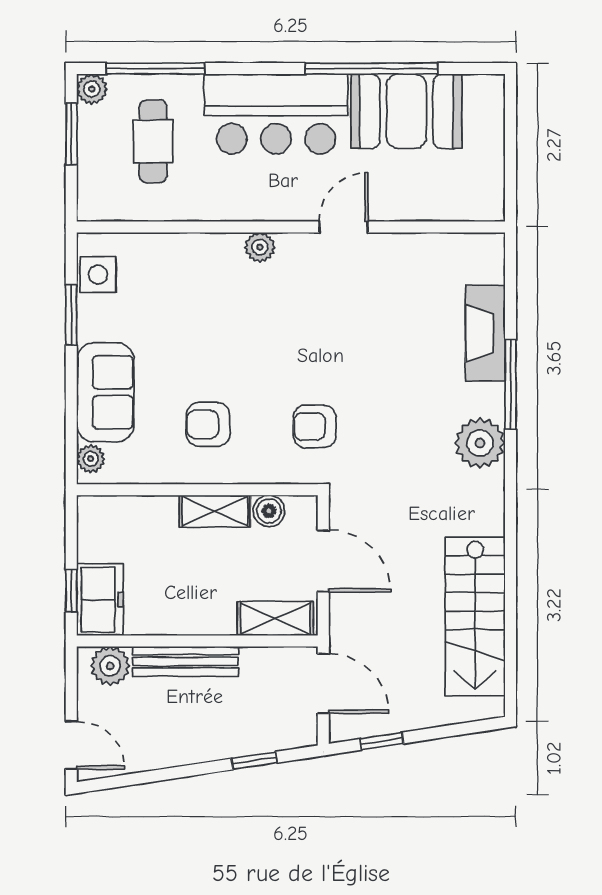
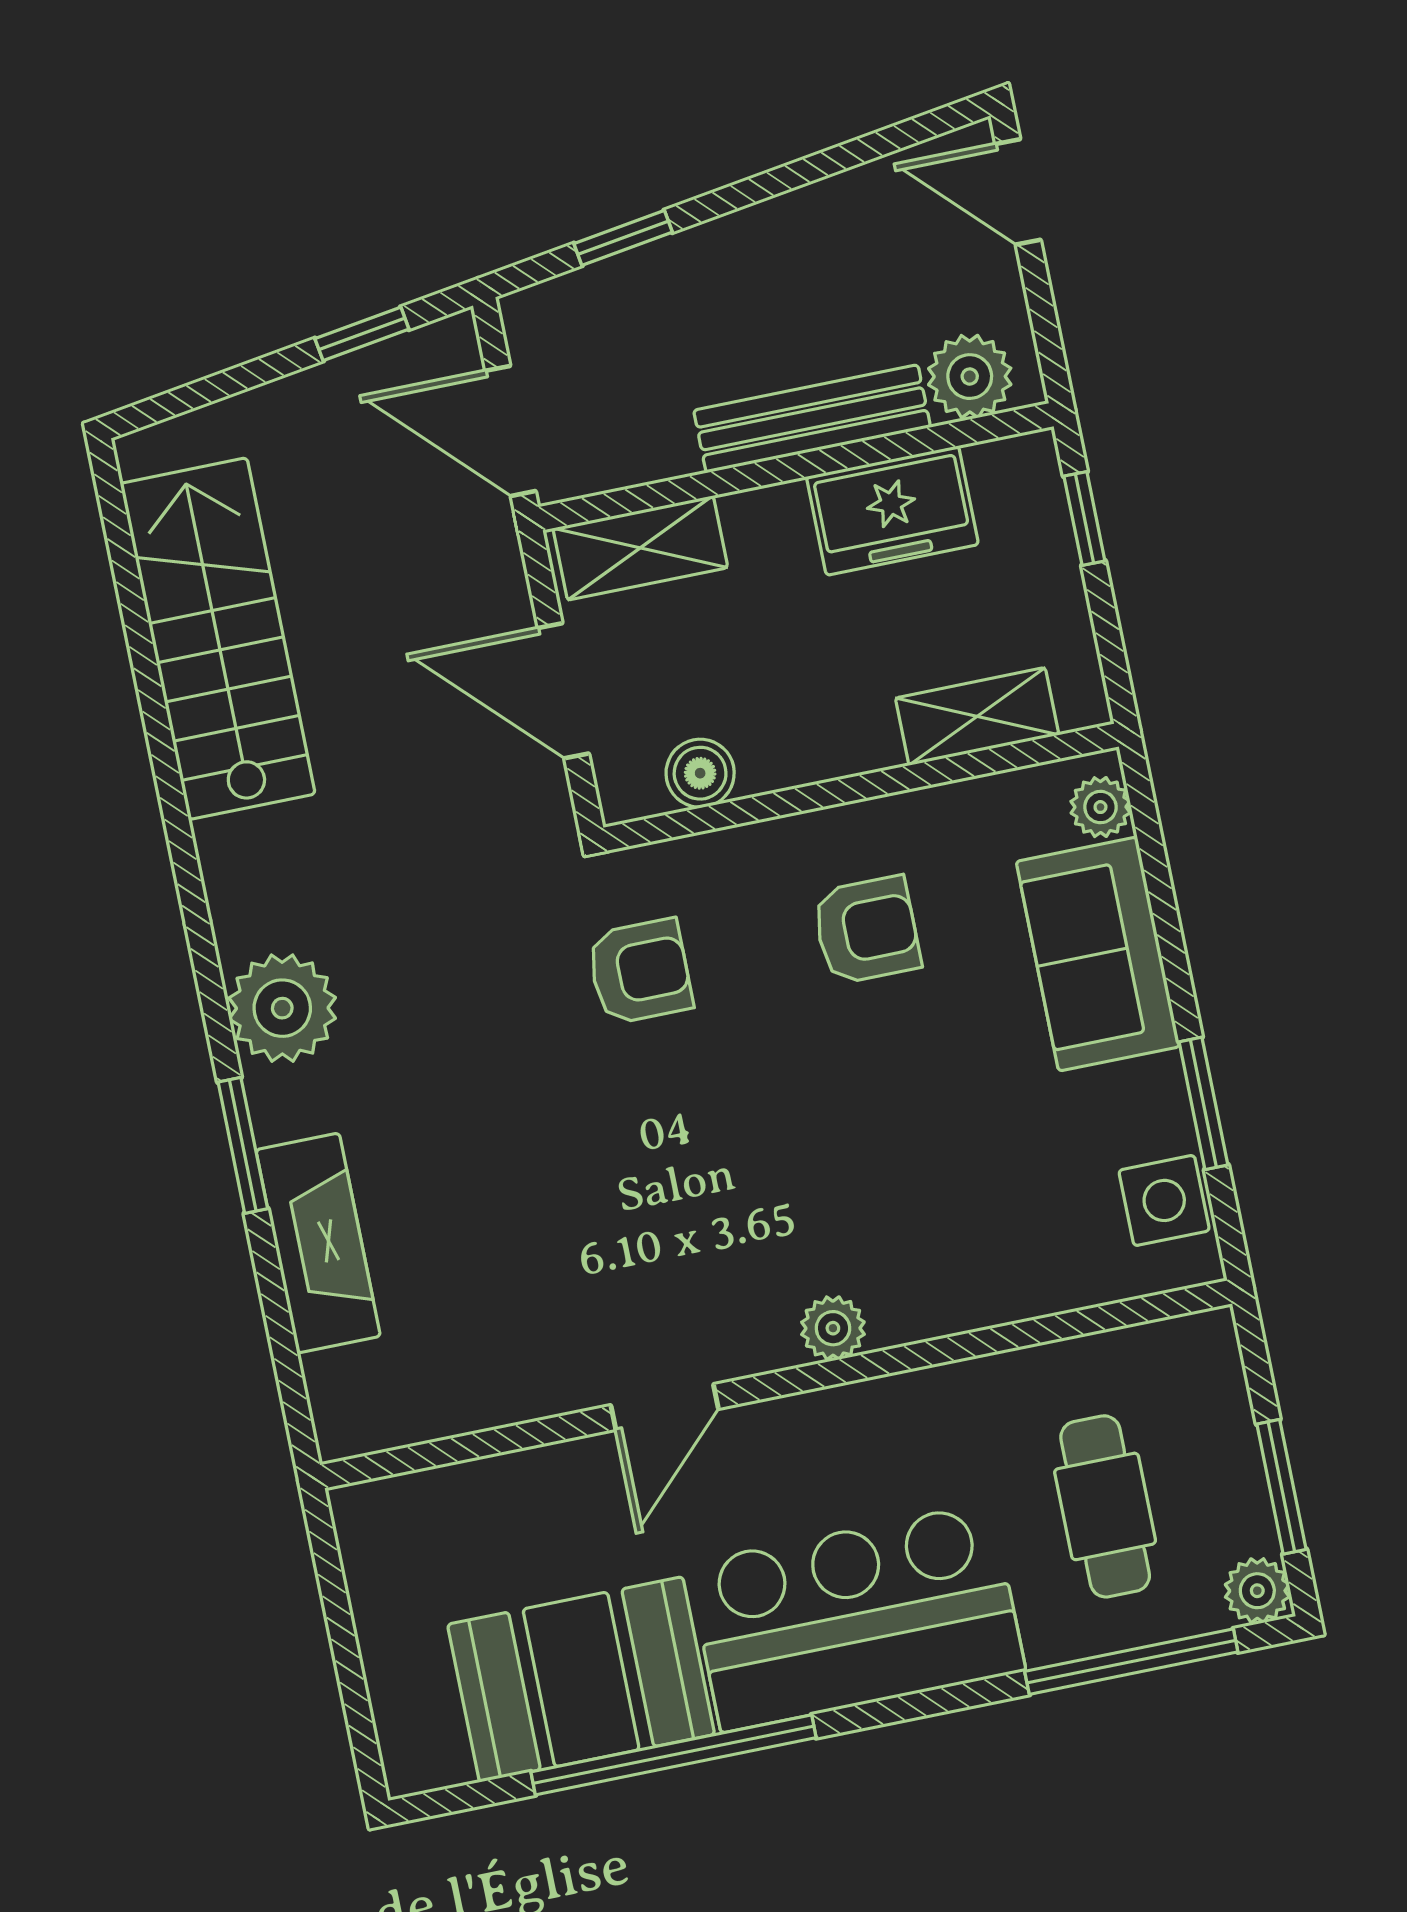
window: (510, 384) -> (243, 1145), width x0.69
shelving: (215, 511) -> (977, 716), moved
freezer: (100, 600) -> (892, 511), moved, turned -90

